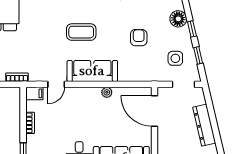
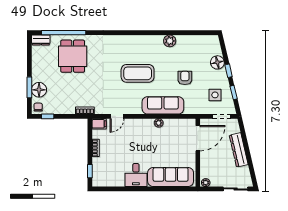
coffee table: (81, 32) -> (138, 73), width x1.36, depth x1.32
sofa: (92, 71) -> (163, 105), moved
door: (154, 111) -> (198, 138), swing flipped

